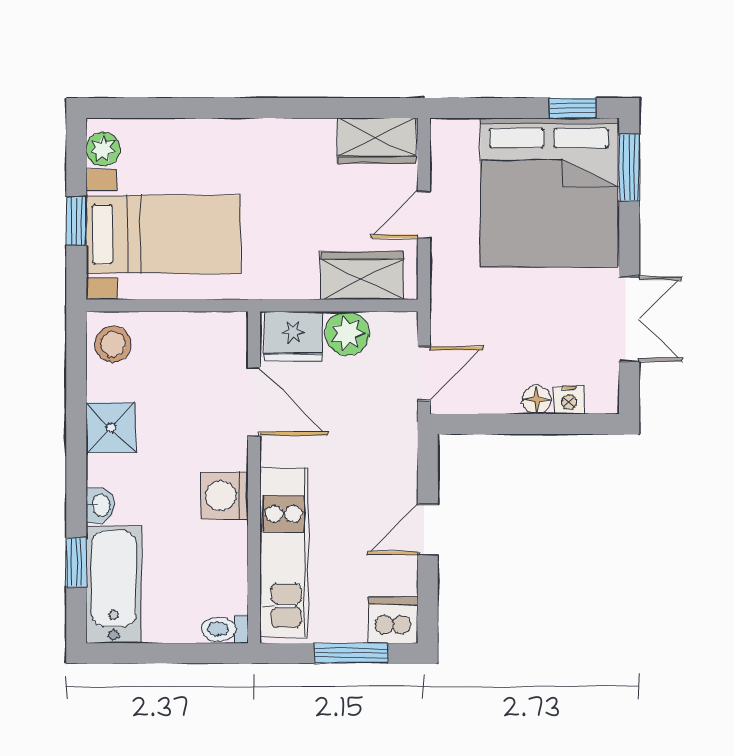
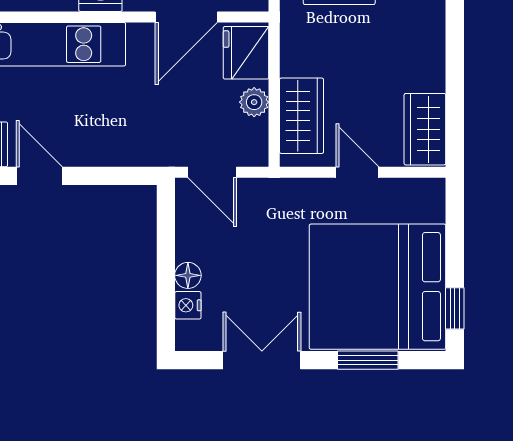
window: (629, 168) -> (368, 360), moved
double door: (629, 319) -> (262, 360), swing flipped
plant: (347, 333) -> (254, 102), width x0.73, depth x0.73
door: (428, 530) -> (39, 176), moved

